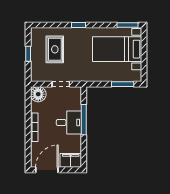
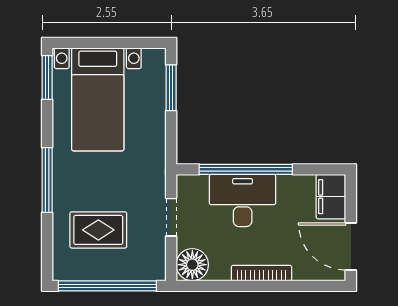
window: (79, 25) -> (47, 180), width x2.17
window: (28, 54) -> (107, 286), width x3.17
window: (84, 120) -> (246, 169), width x1.46
desk: (69, 122) -> (243, 201), width x1.37

